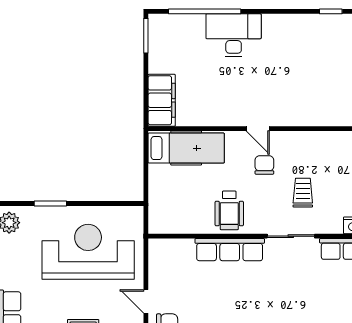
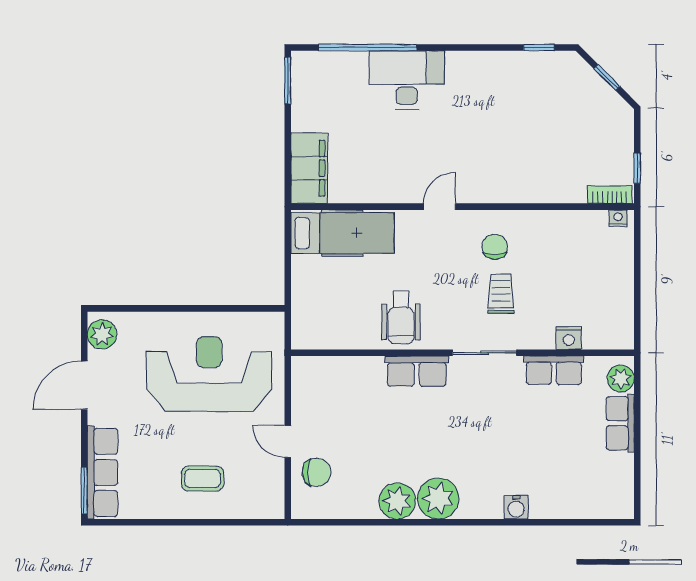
door: (258, 129) -> (440, 207), swing flipped
chair: (264, 165) -> (495, 247), moved
window: (50, 203) -> (158, 308), removed
row of seats: (230, 250) -> (417, 371), width x0.68

